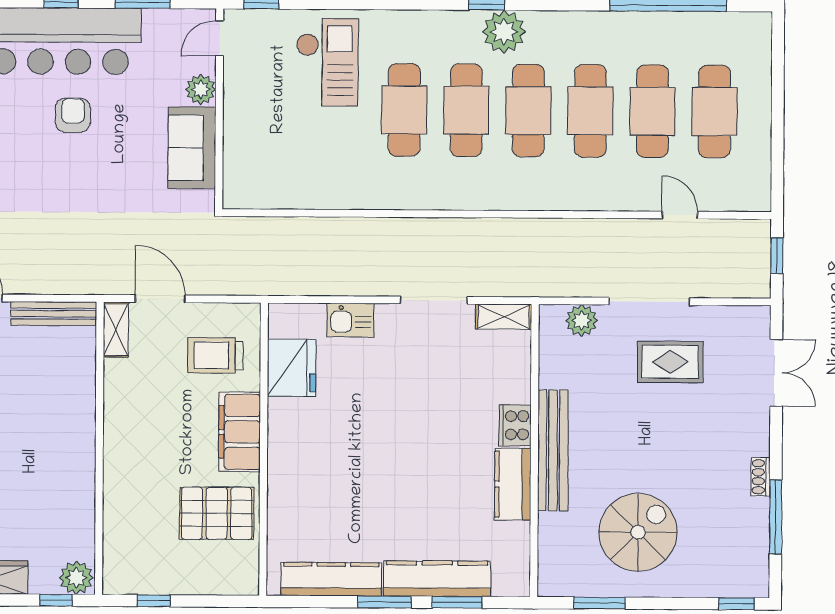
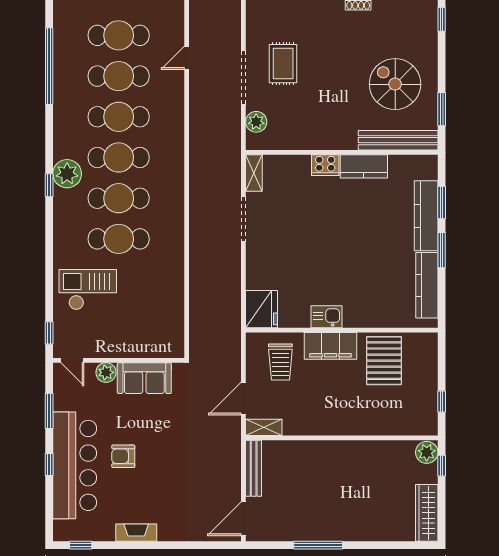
kitchen sink: (350, 320) -> (327, 317), moved, turned -90
fridge: (292, 368) -> (262, 309), moved, turned 90
bench: (553, 450) -> (398, 140), moved

